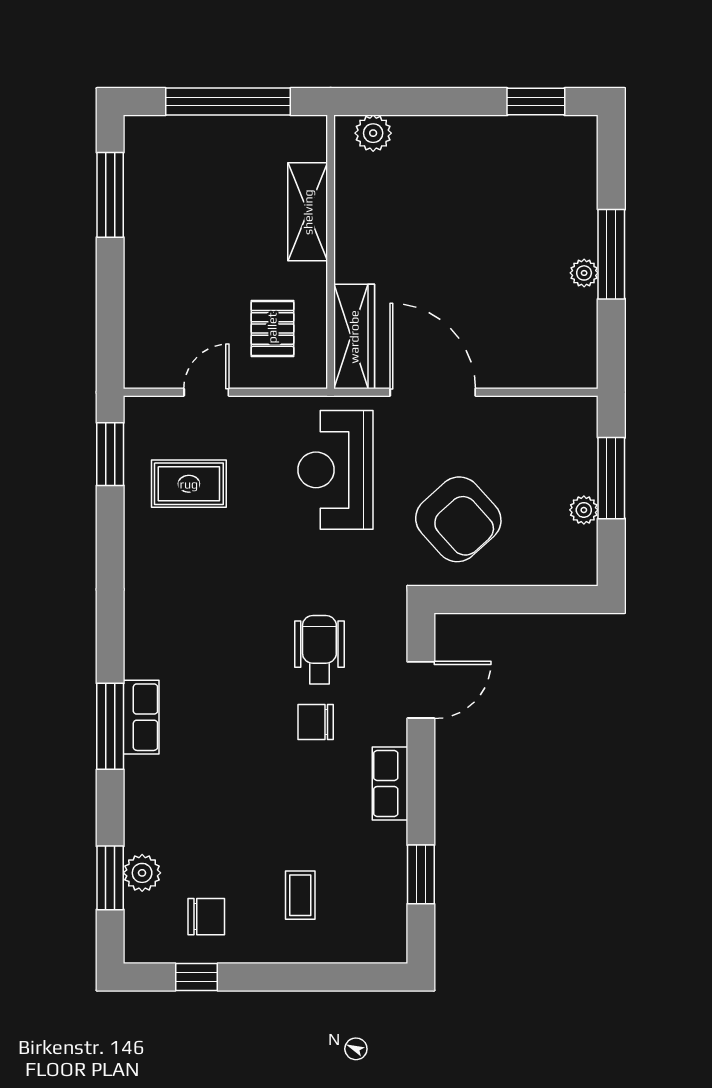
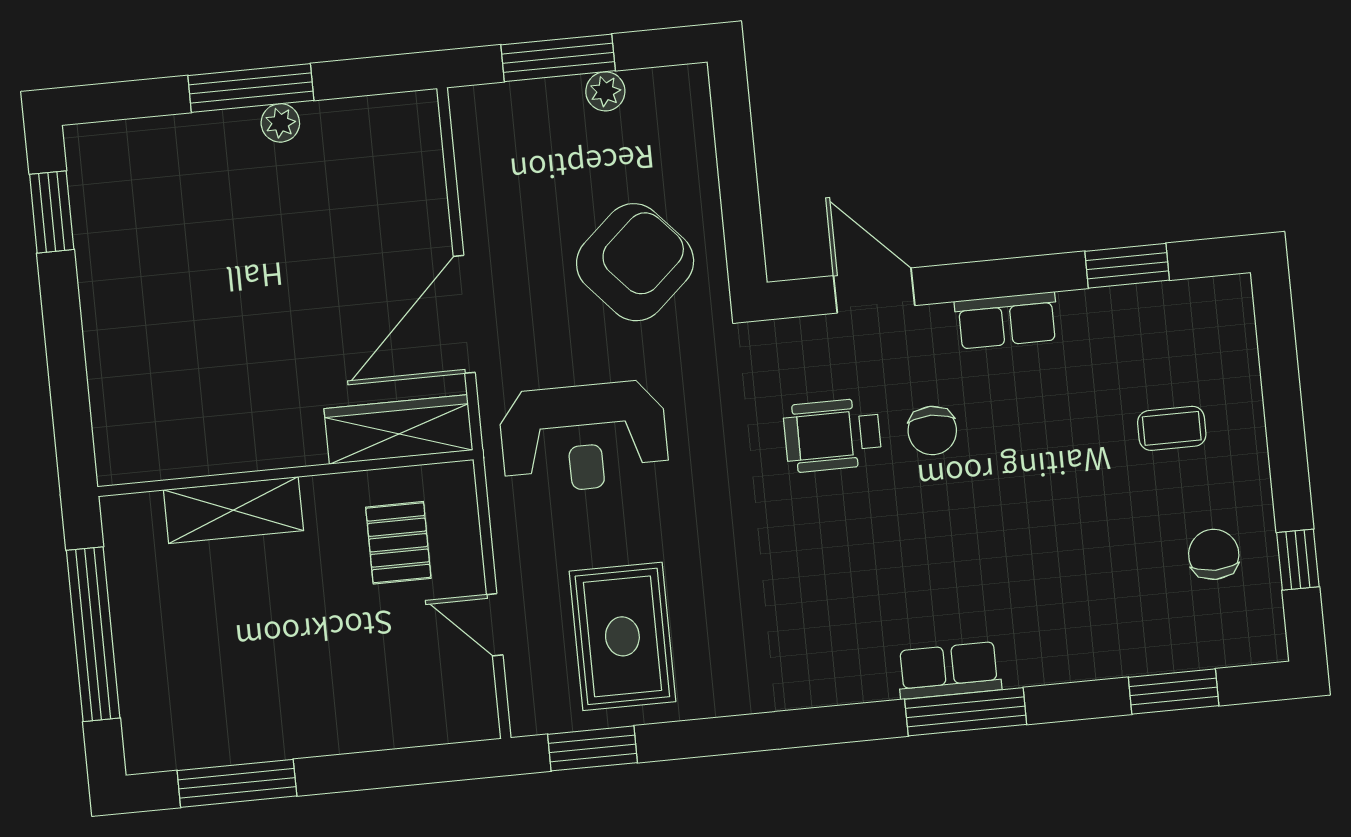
plant: (373, 133) -> (117, 431), removed
pallet: (272, 328) -> (398, 543), turned 90
rug: (189, 484) -> (622, 636), width x1.36, depth x1.43
plant: (142, 873) -> (1162, 648), removed

